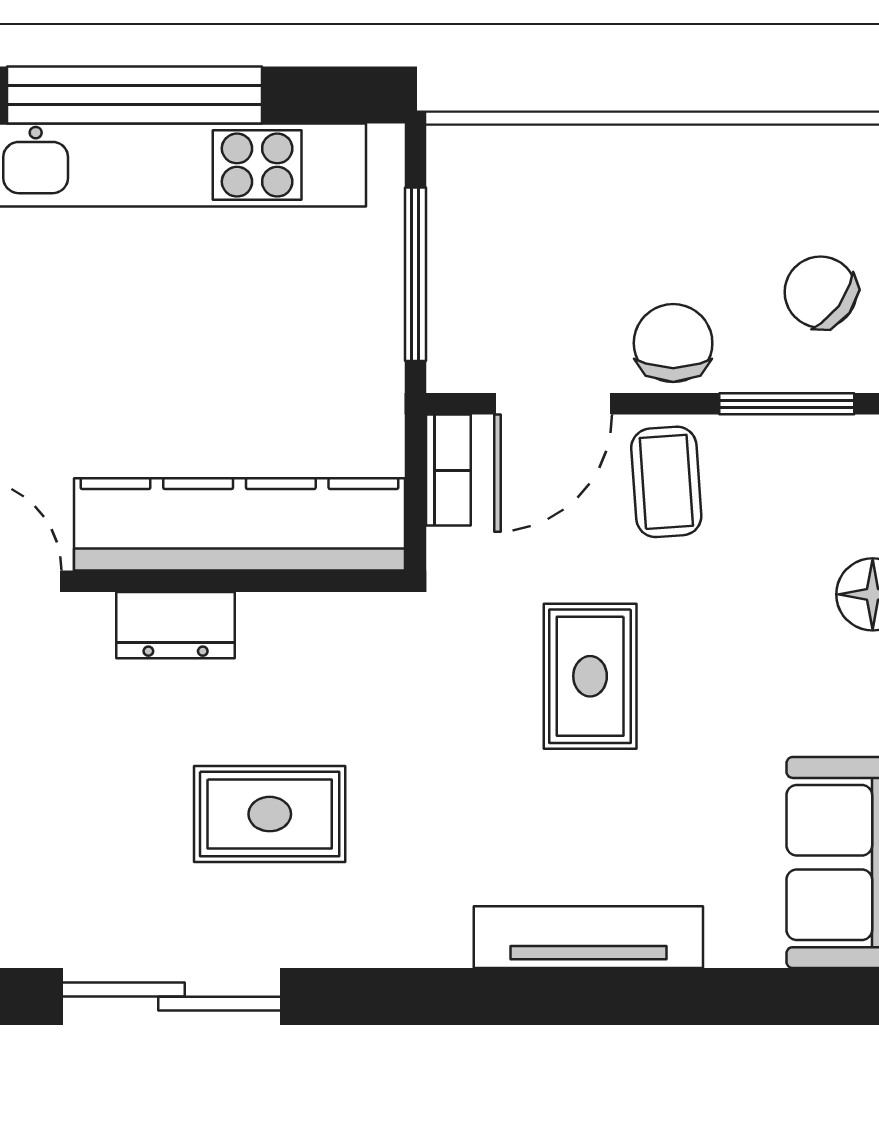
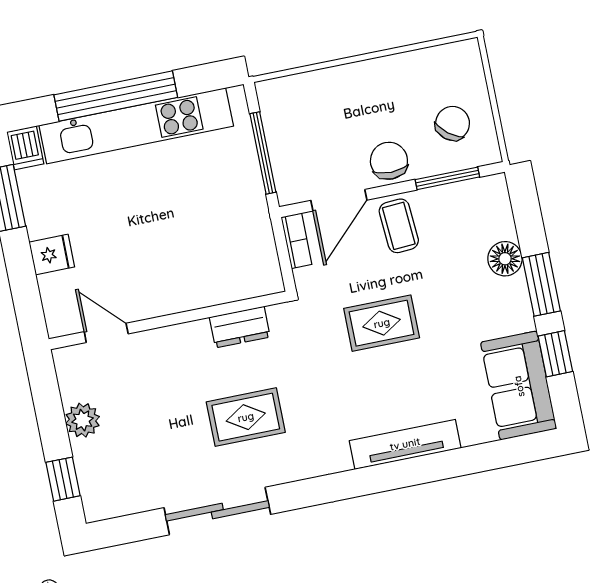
chair: (821, 292) -> (453, 123), turned 93
kitchen counter: (239, 524) -> (205, 285), removed
dresser: (176, 625) -> (240, 327), moved
rug: (590, 676) -> (382, 323), turned 90

